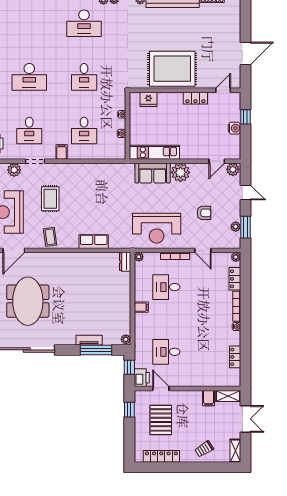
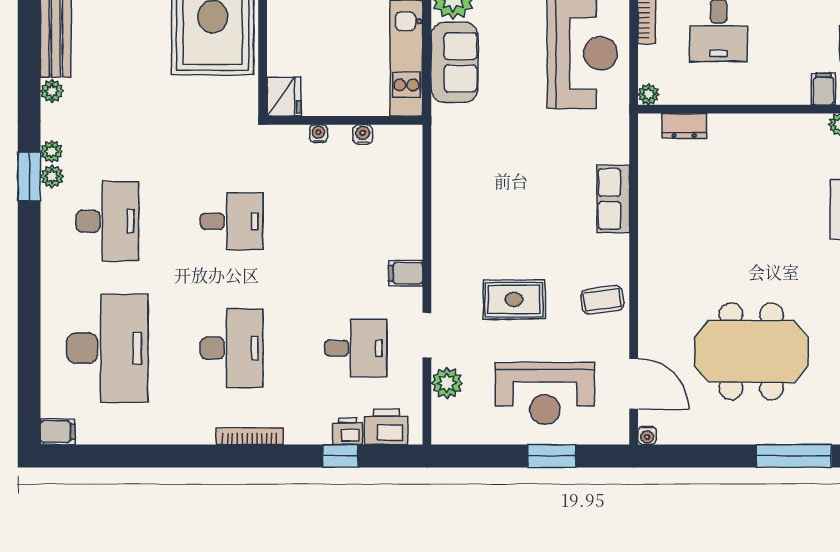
fridge: (148, 99) -> (284, 97), moved
desk: (84, 130) -> (107, 348), moved, width x1.87, depth x1.30
dresser: (125, 262) -> (684, 126), moved
filing cabinet: (141, 307) -> (823, 89), moved

